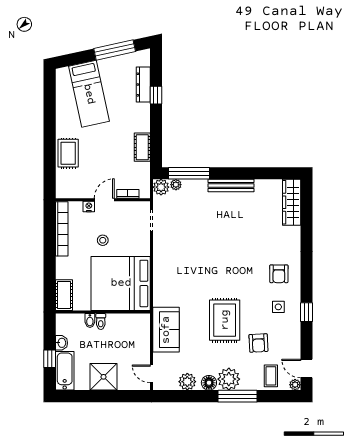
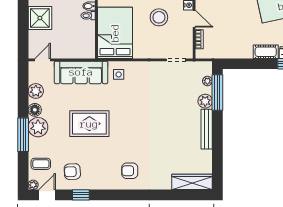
cot: (142, 147) -> (266, 52), moved
plant: (161, 187) -> (205, 101), moved
stool: (103, 240) -> (159, 17), width x1.89, depth x1.89
bed: (121, 283) -> (115, 33), width x0.73
side table: (278, 307) -> (119, 74), moved
window: (307, 312) -> (81, 195), moved
sofa: (166, 330) -> (81, 72), width x1.36
armchair: (258, 343) -> (72, 172), moved

